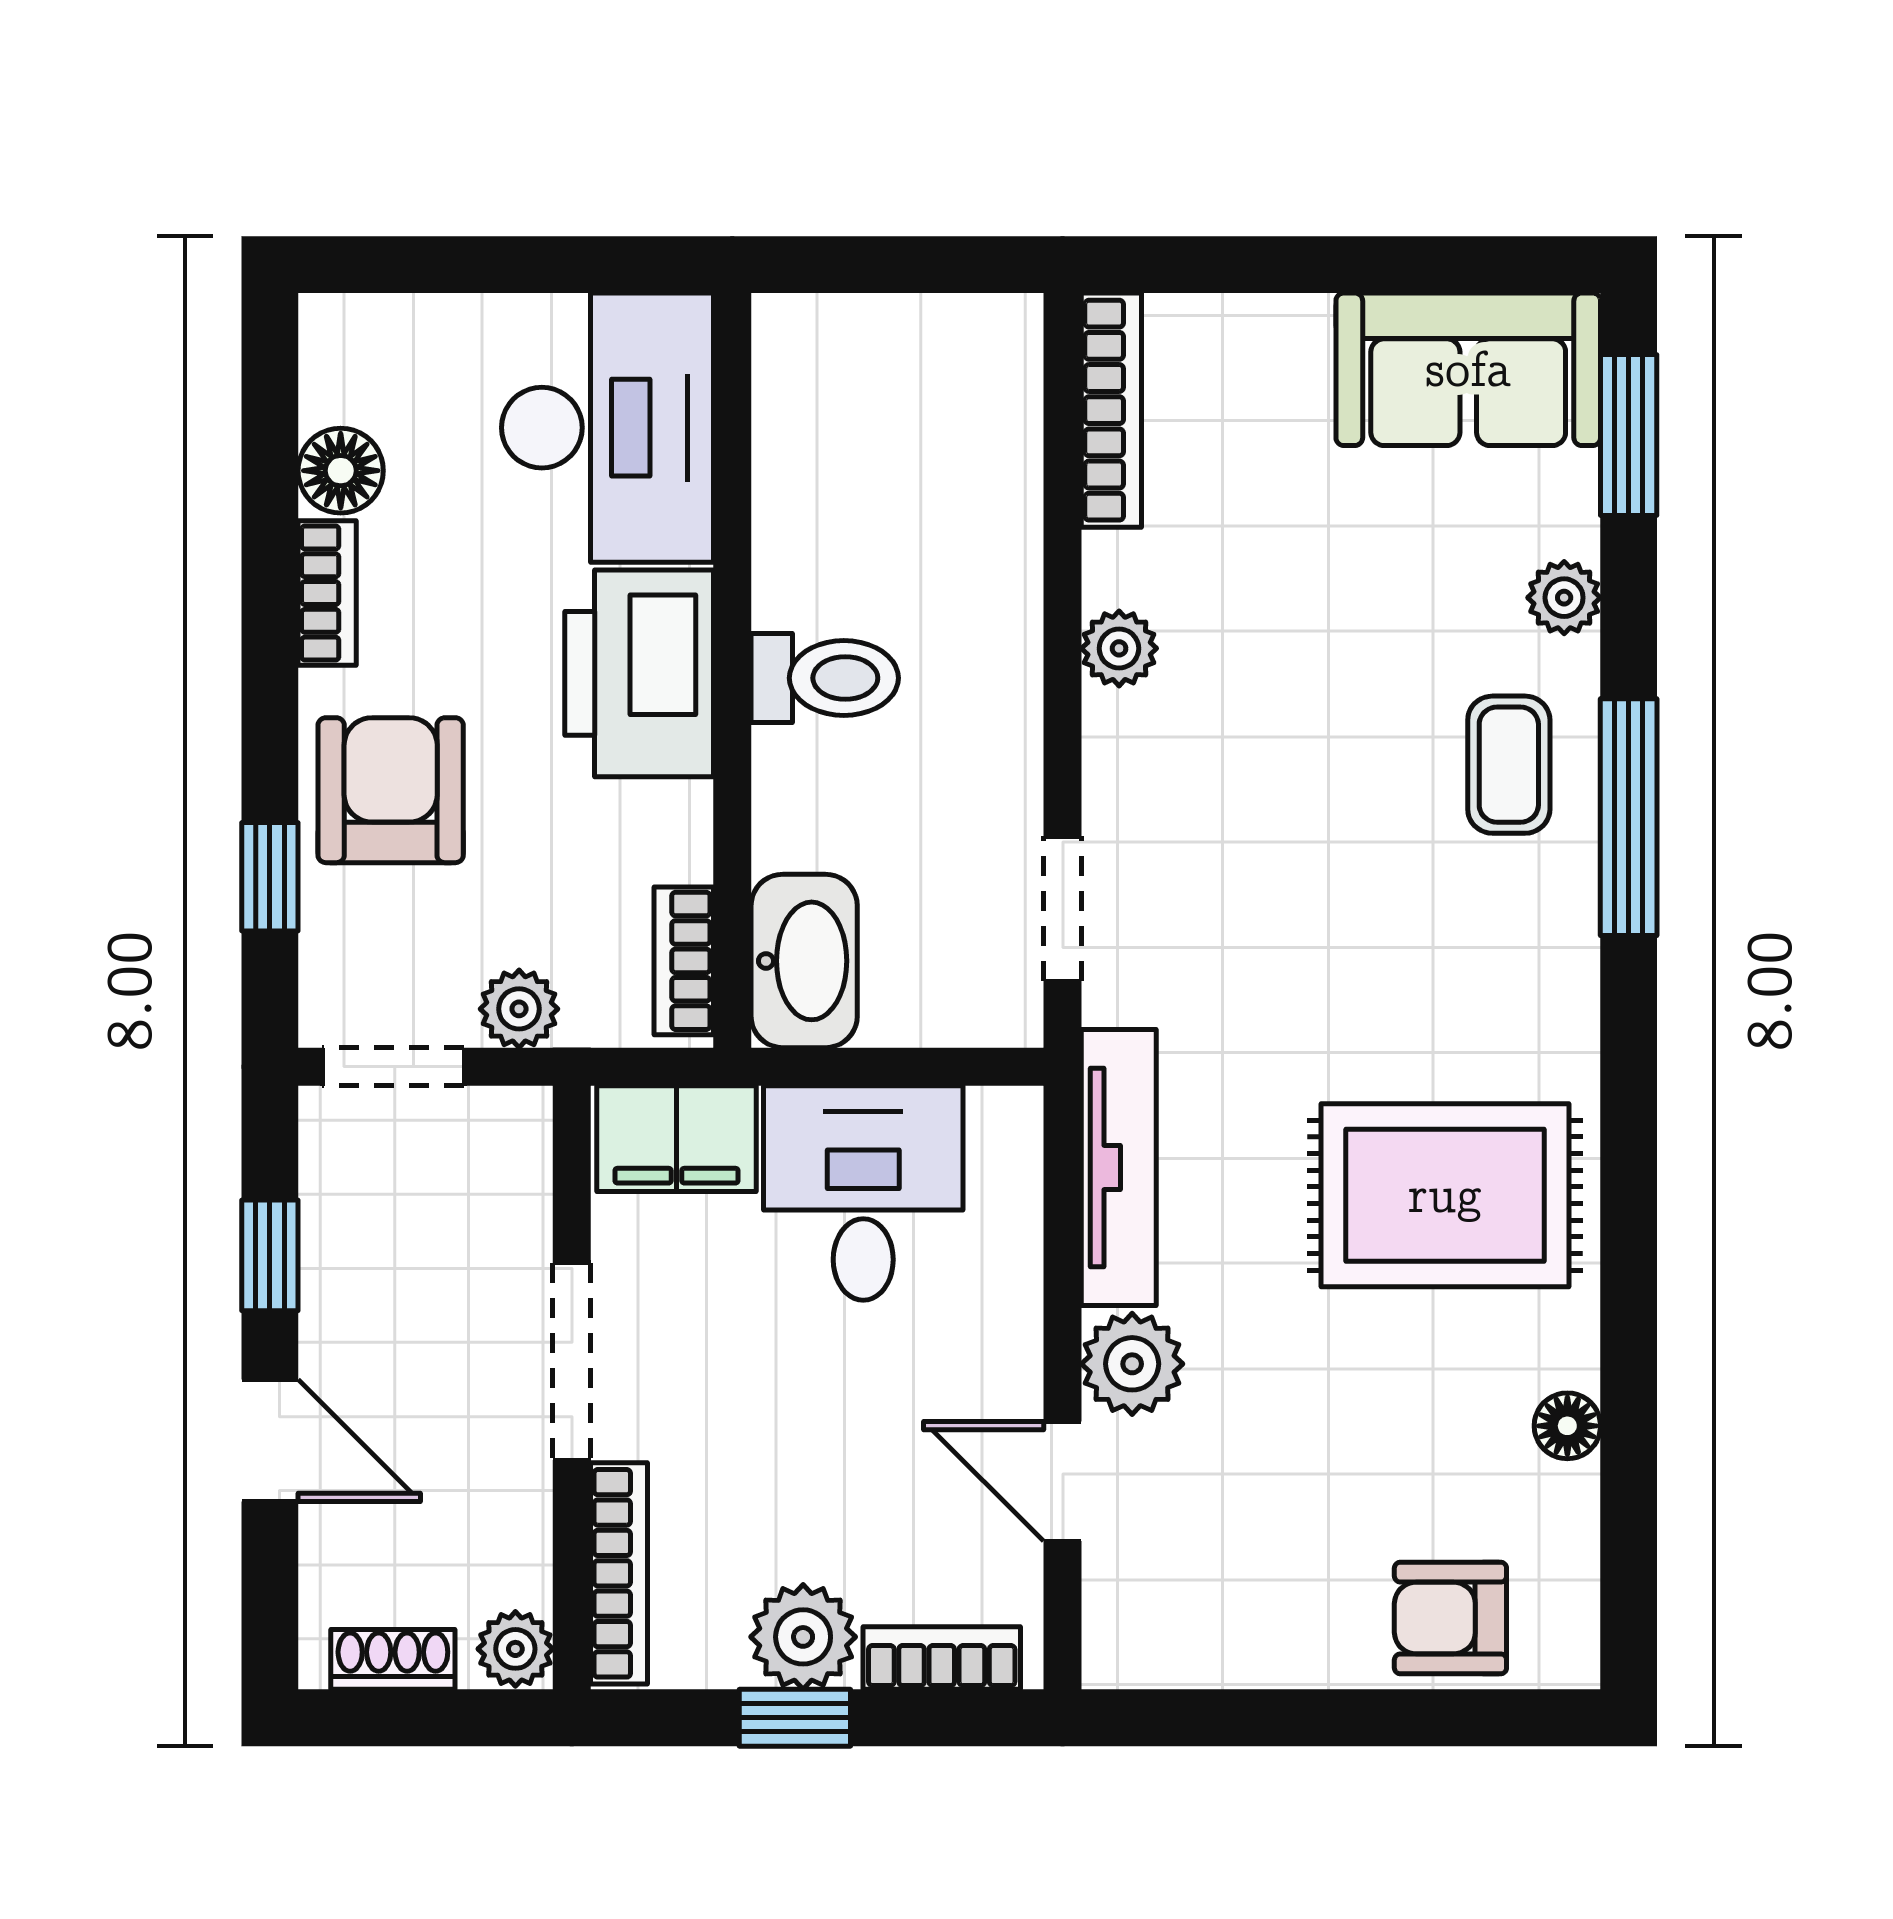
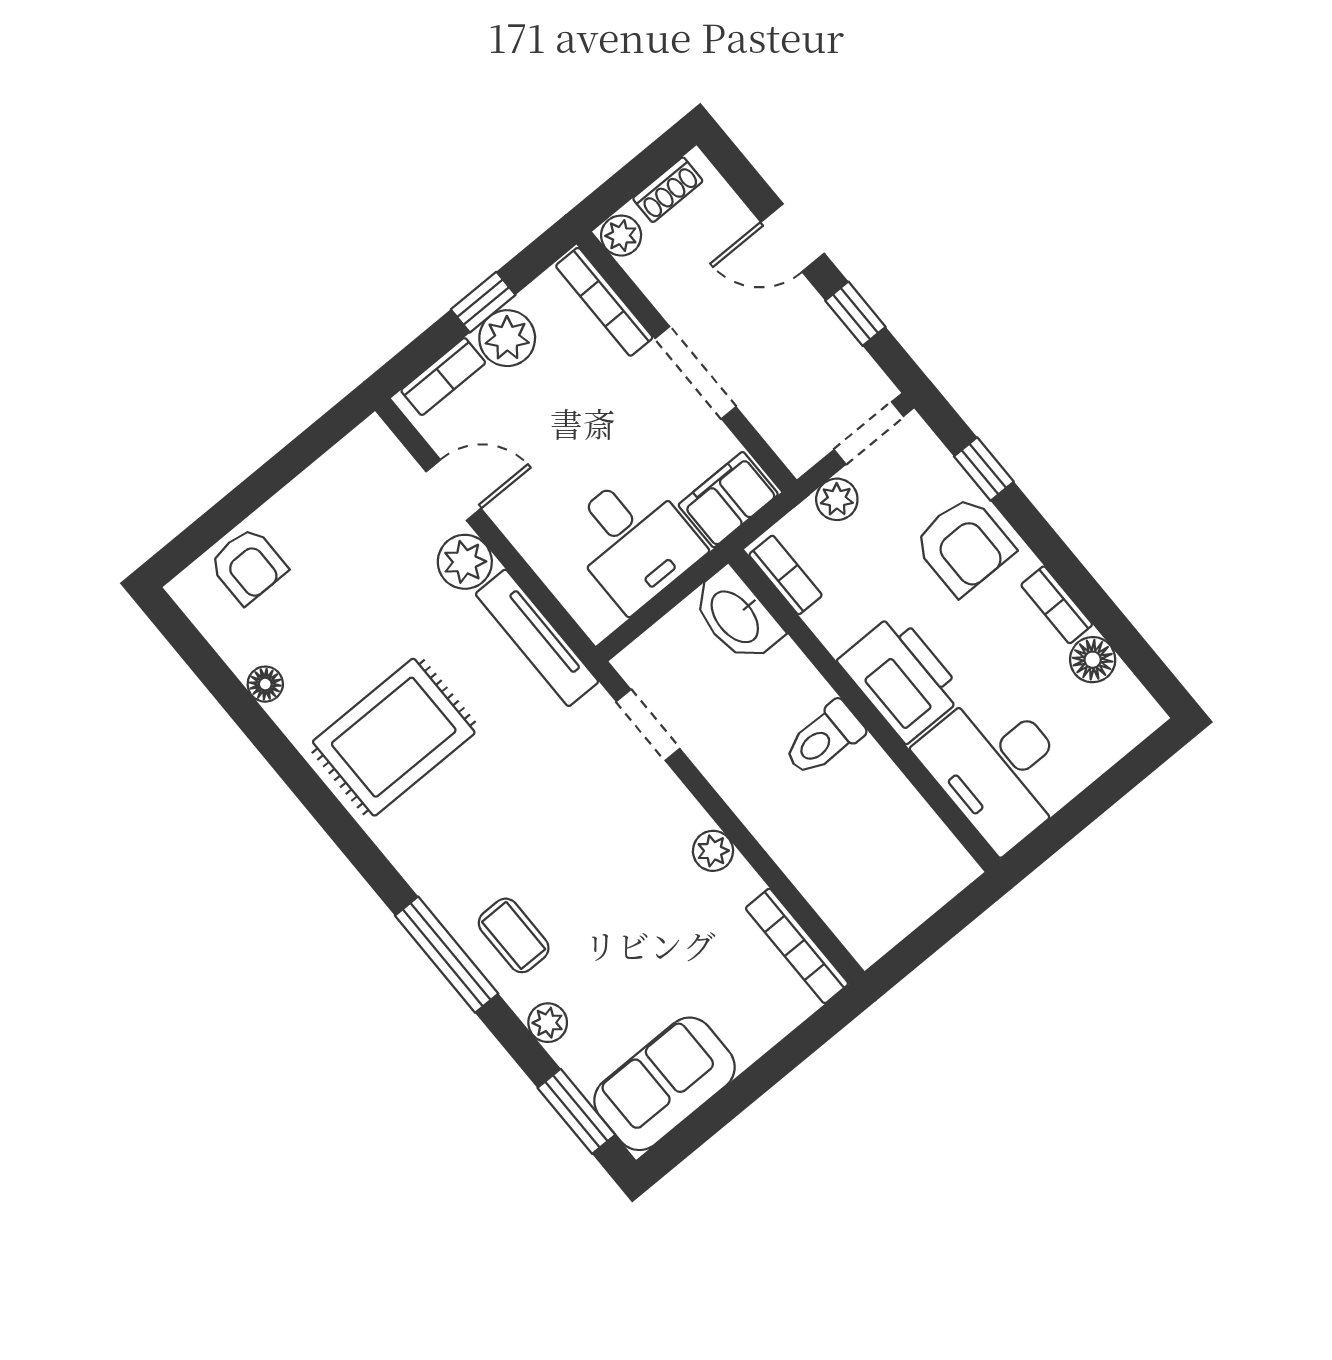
armchair: (1450, 1618) -> (248, 566), turned 90

